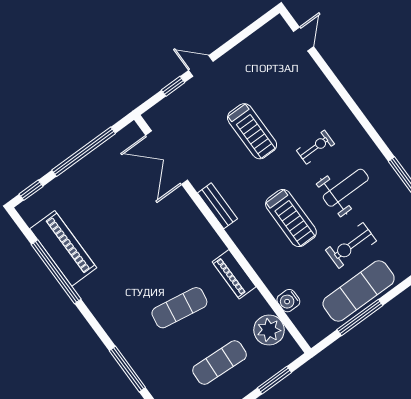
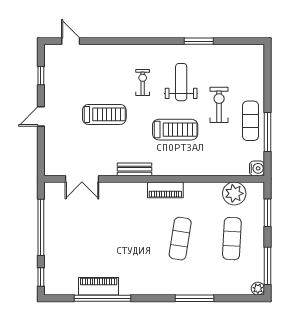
window: (173, 86) -> (41, 76), moved
double door: (167, 158) -> (82, 179), width x0.73
exercise bike: (351, 245) -> (219, 105), turned 180
piano: (63, 248) -> (99, 286), width x0.73, depth x0.75
piano: (234, 274) -> (165, 190), moved
exercise mat: (359, 291) -> (251, 121), width x0.73, depth x0.69
water cooler: (288, 301) -> (257, 168), moved, turned -90

